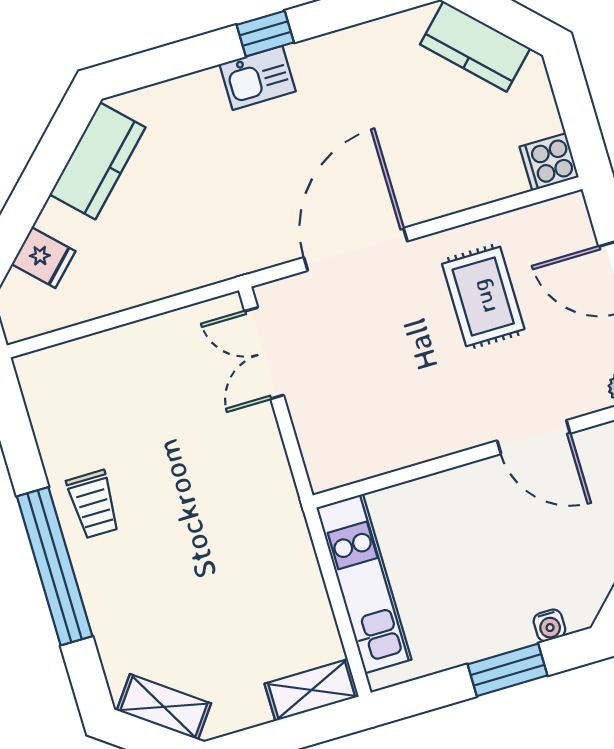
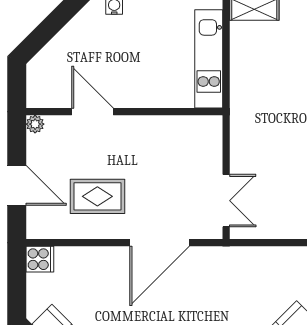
rug: (483, 296) -> (97, 196), turned 90

